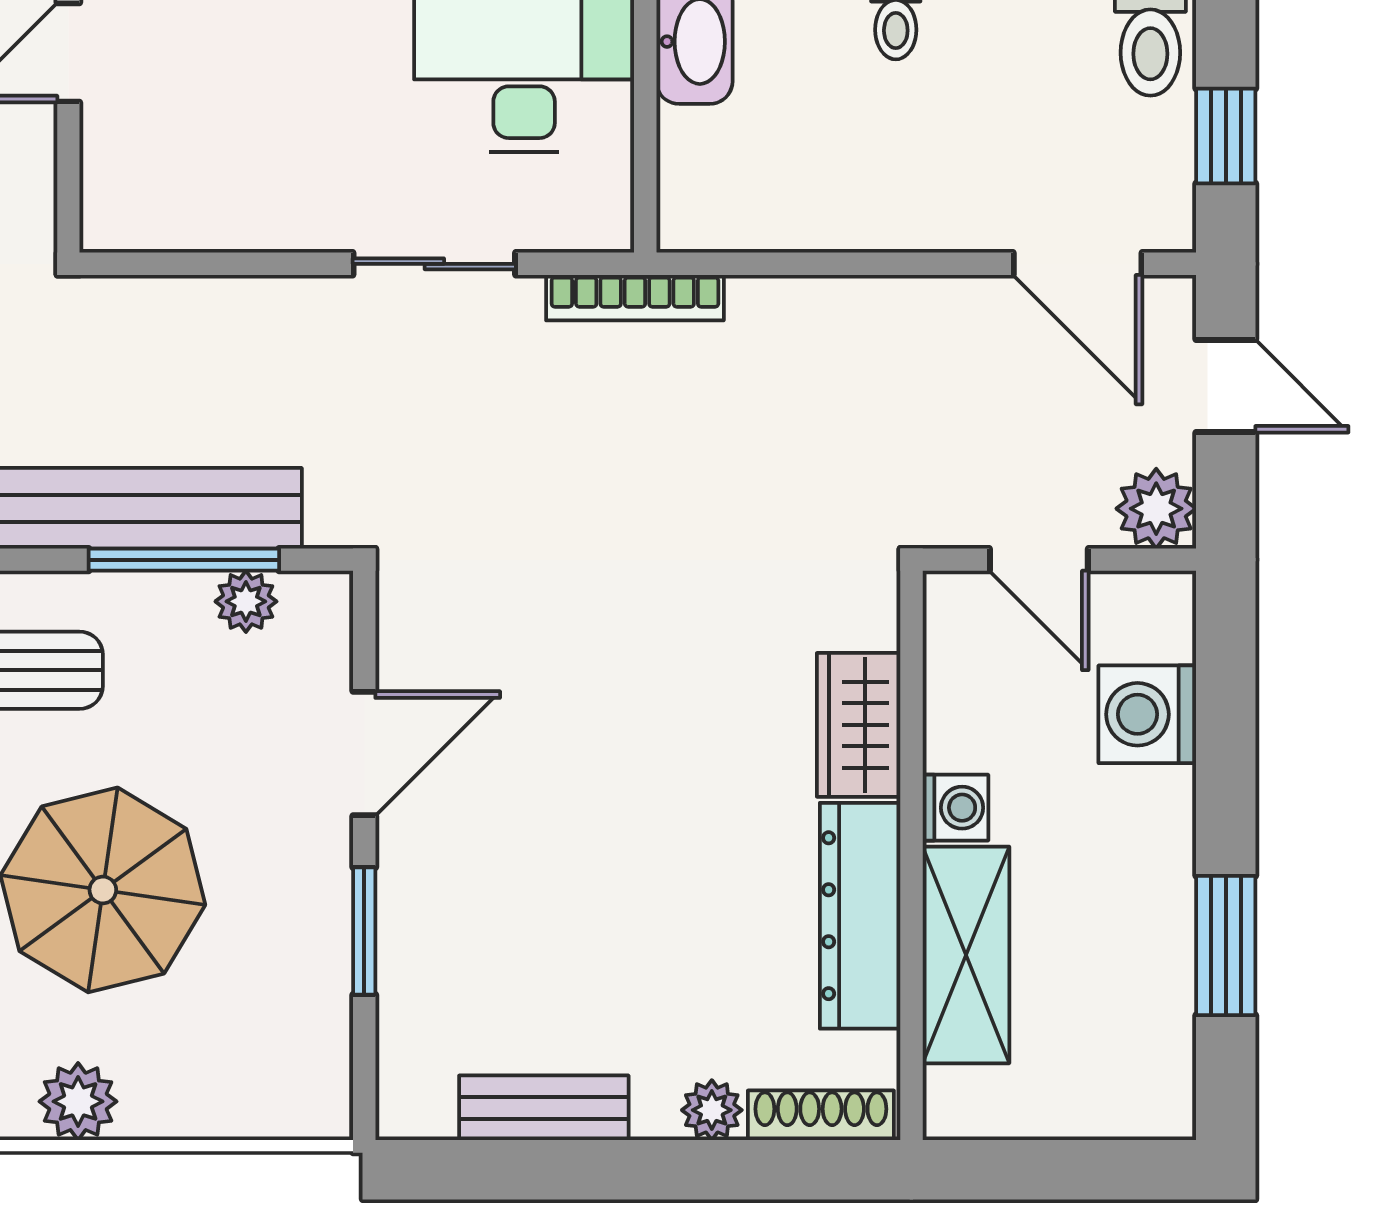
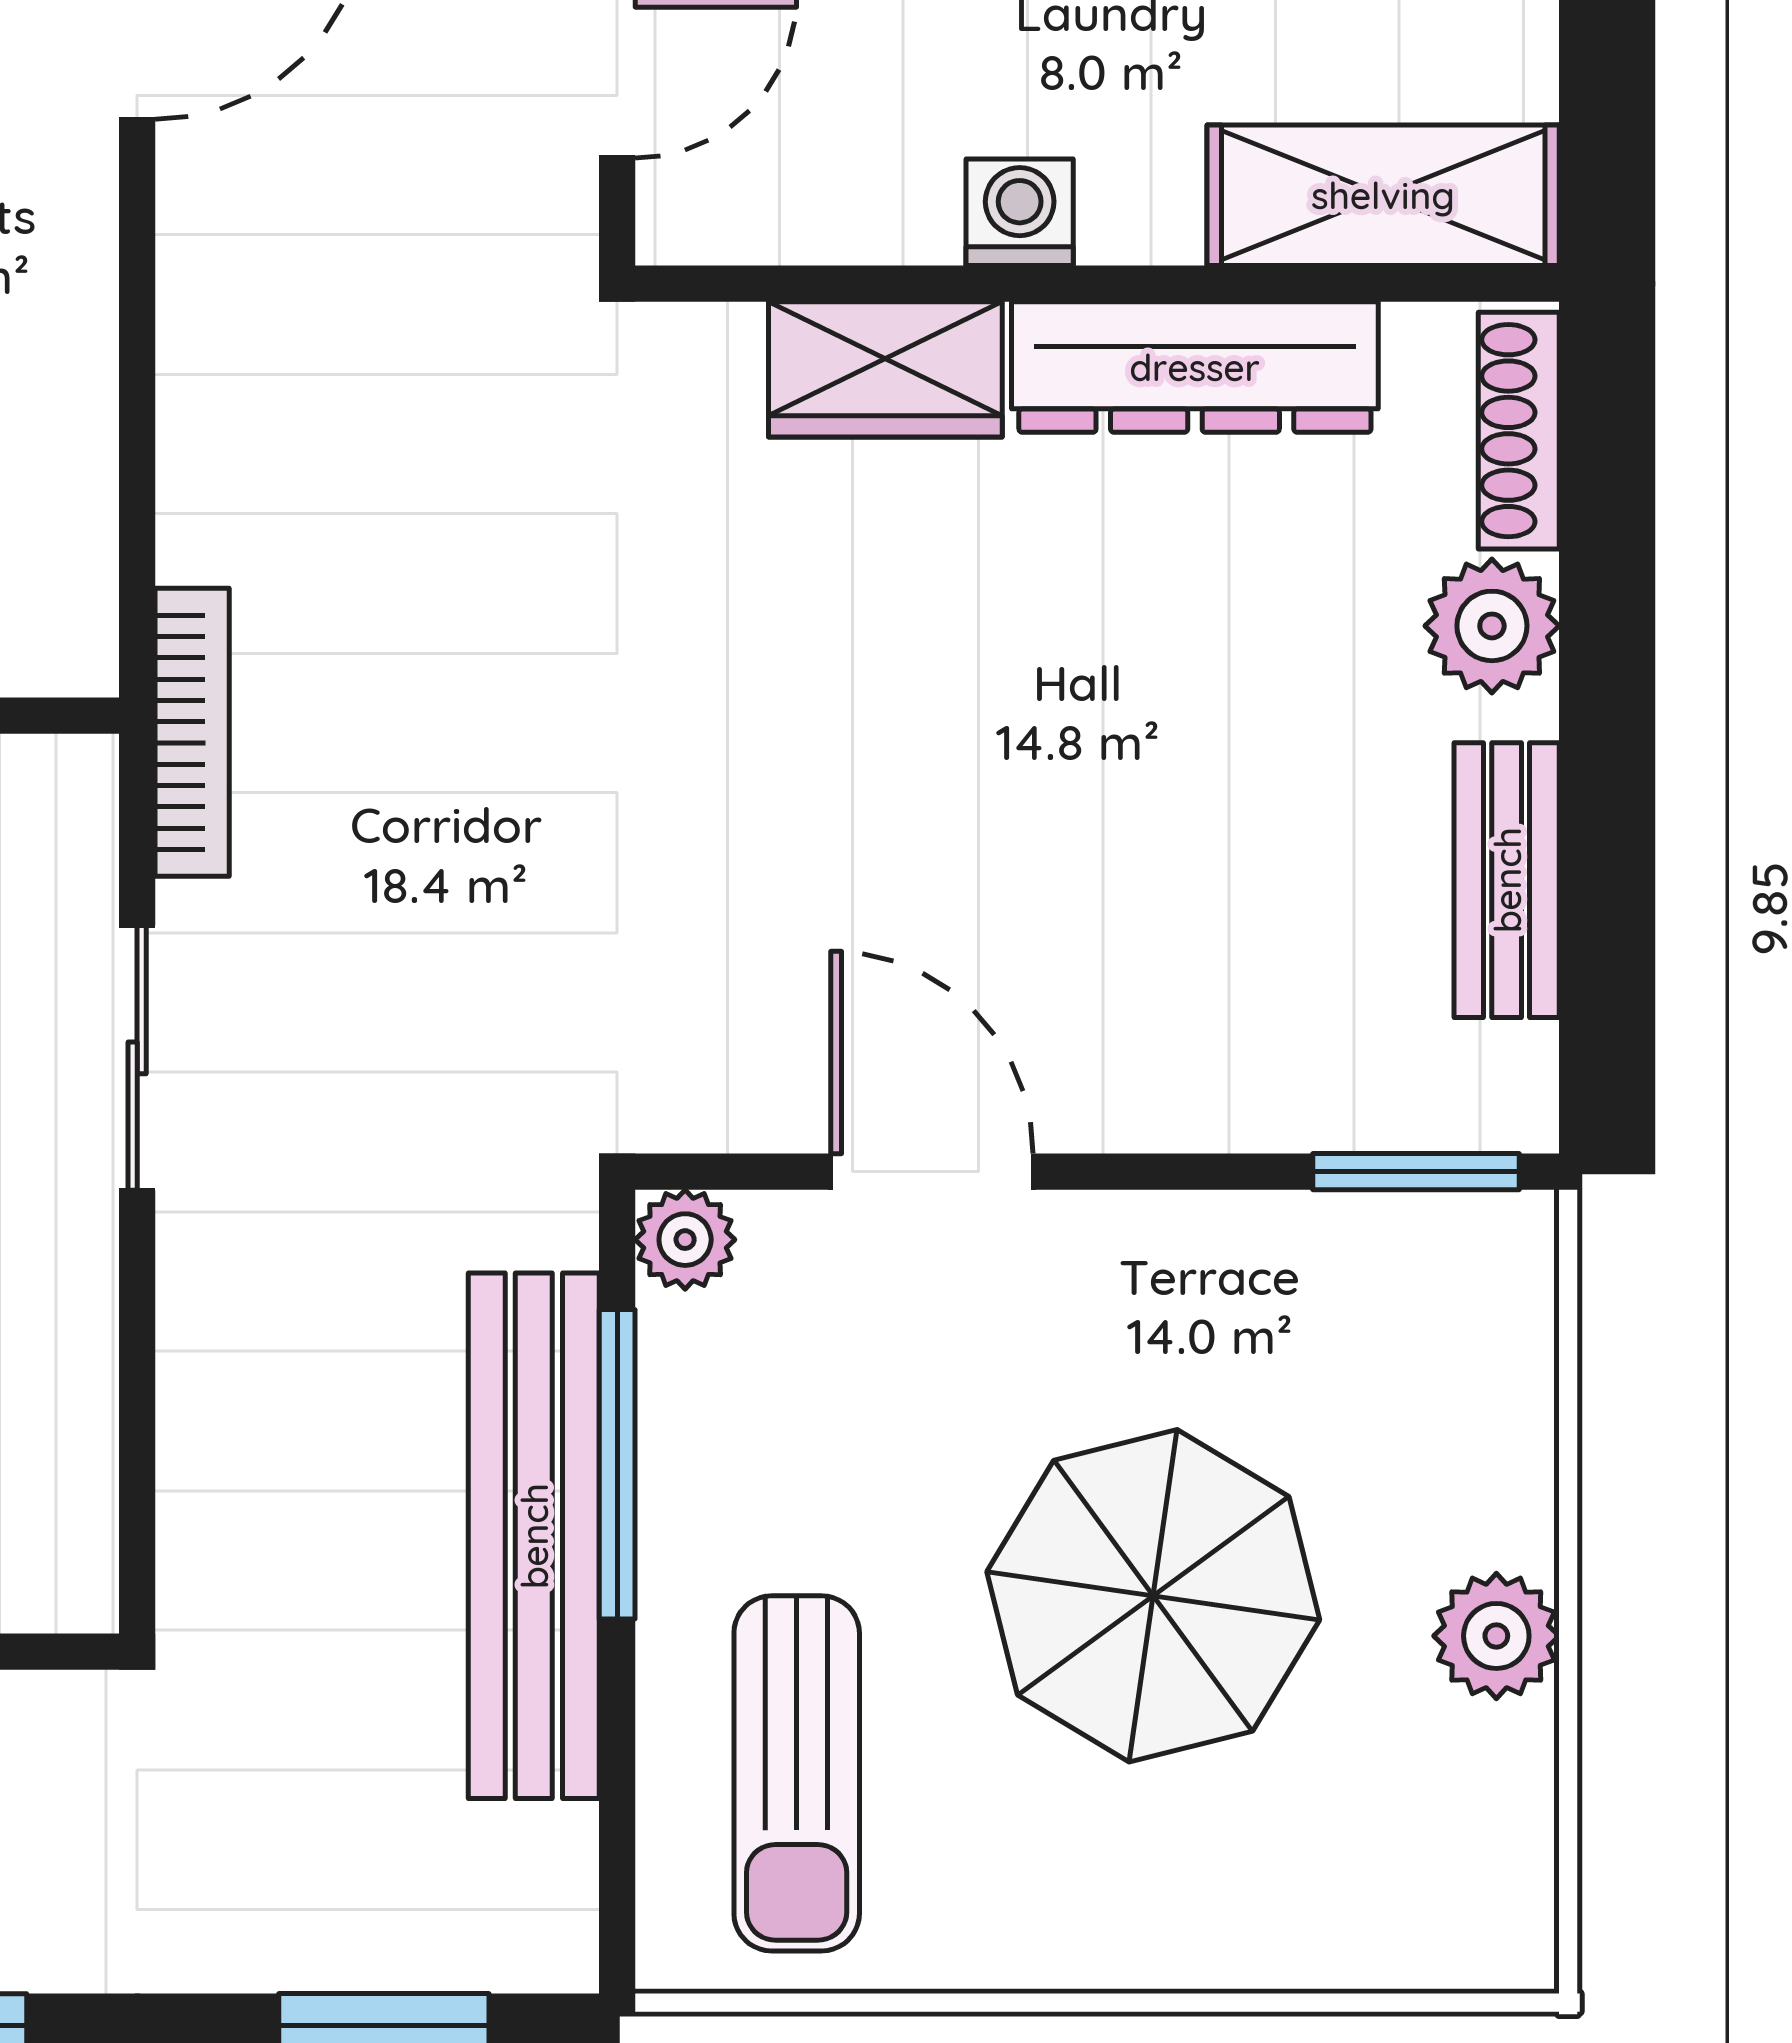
plant: (246, 601) -> (685, 1240), moved
window: (364, 931) -> (1416, 1172), moved
shelving: (966, 955) -> (1383, 195), moved
plant: (712, 1110) -> (1492, 626), width x1.38, depth x1.38

